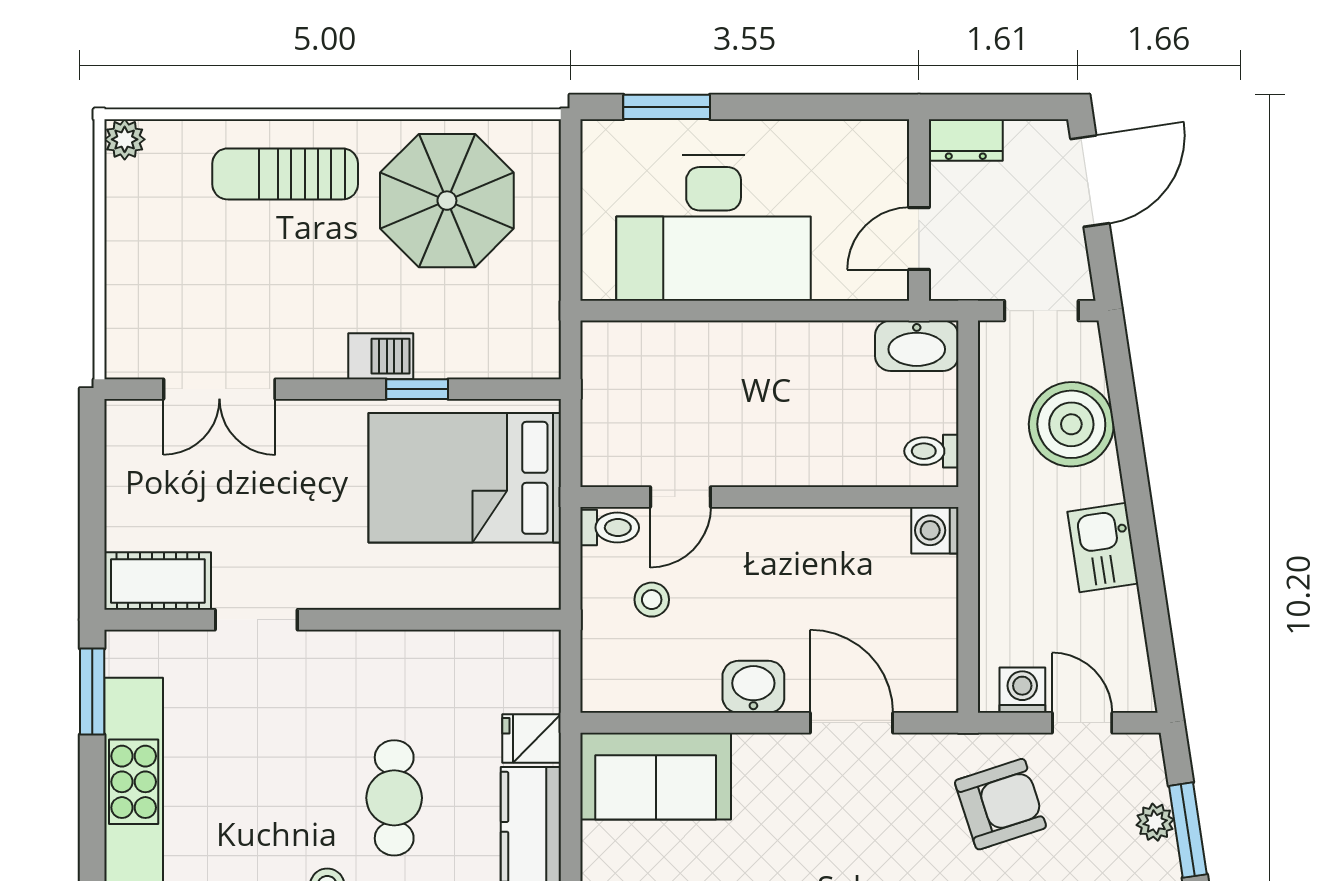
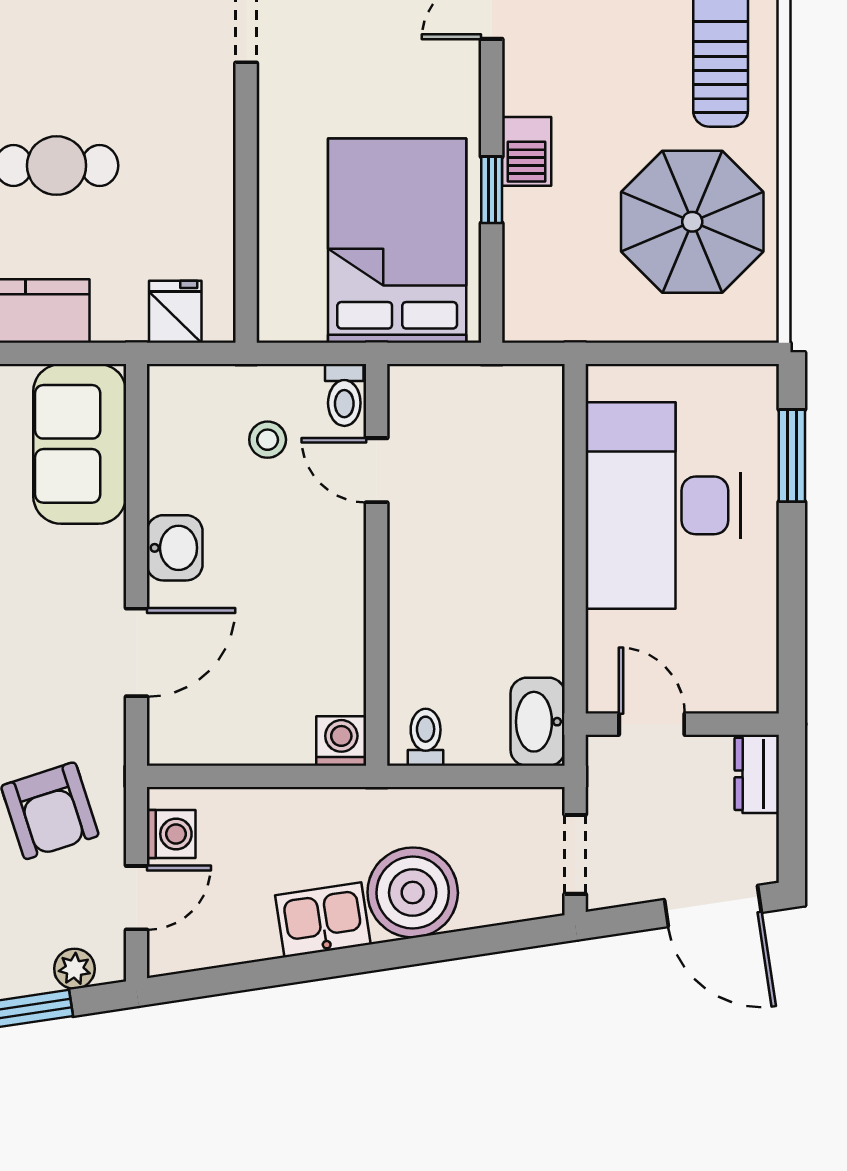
boiler: (1071, 424) -> (413, 892), moved
fridge: (532, 738) -> (175, 312), moved
plant: (1155, 822) -> (74, 969), moved

